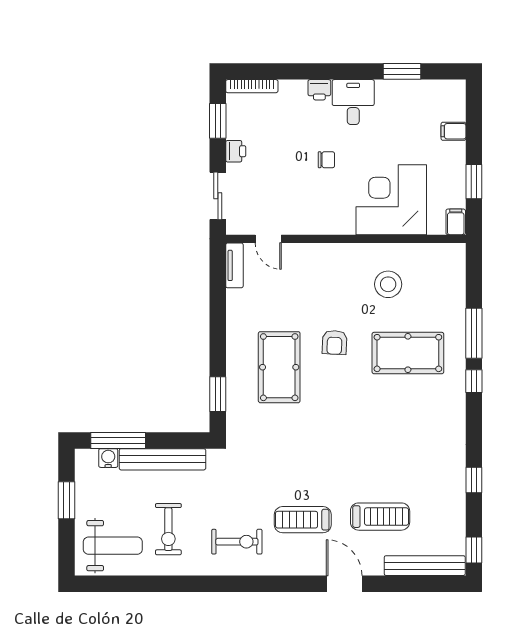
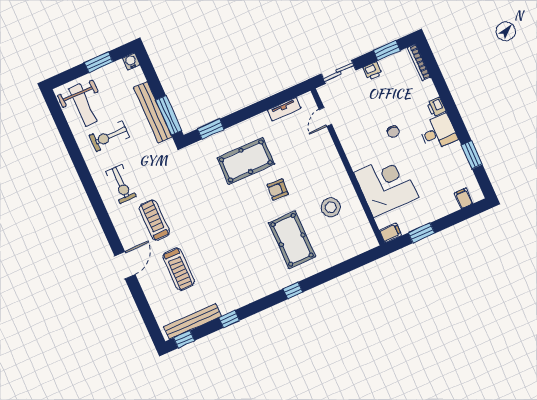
filing cabinet: (454, 131) -> (464, 198), moved
tv unit: (234, 265) -> (284, 109), moved
window: (474, 333) -> (324, 277), removed
window: (118, 441) -> (169, 115), moved
water cooler: (108, 458) -> (131, 61), moved, turned -90
bench: (425, 566) -> (192, 321), moved, turned 90

